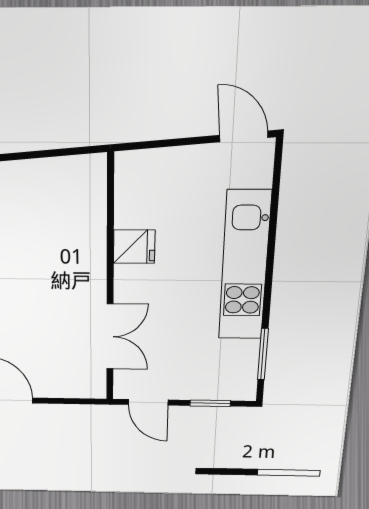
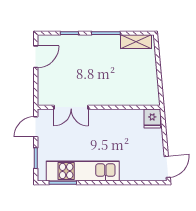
fridge: (134, 247) -> (152, 118), moved
kitchen unit: (245, 266) -> (83, 171), moved

